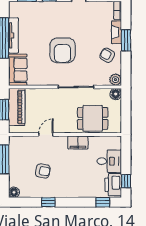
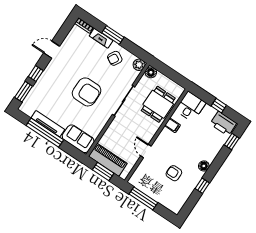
filing cabinet: (78, 142) -> (172, 125), width x0.50
desk: (109, 161) -> (191, 106), moved
armchair: (43, 171) -> (174, 173), turned -100
window: (126, 181) -> (219, 106), moved
floor lamp: (14, 192) -> (204, 166), moved

